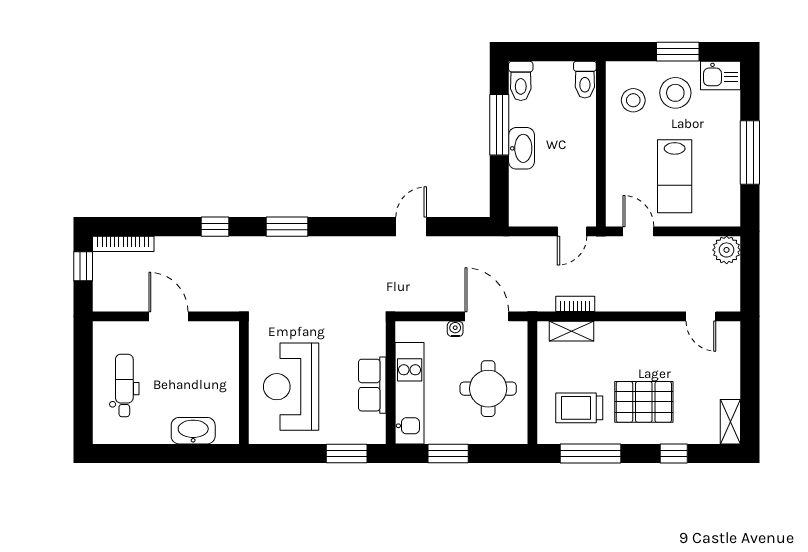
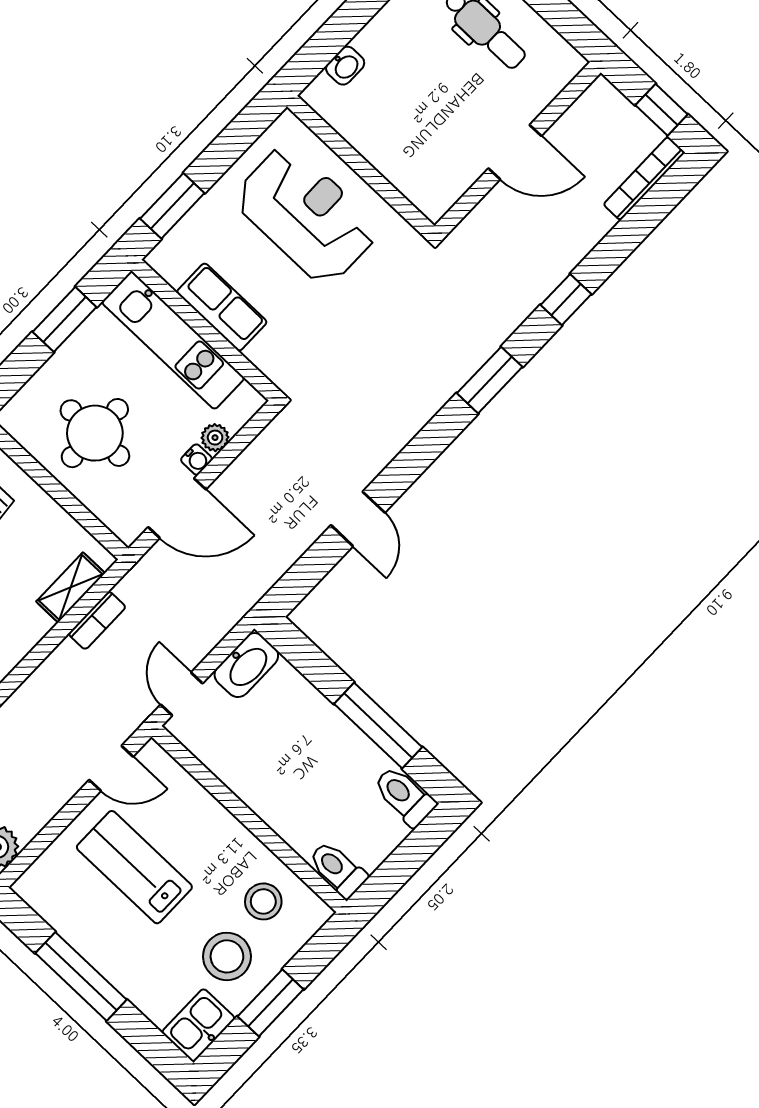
washbasin: (521, 148) -> (246, 665), moved, turned -90
plant: (437, 330) -> (215, 438), added
washbasin: (193, 431) -> (345, 66), width x0.52, depth x0.69

